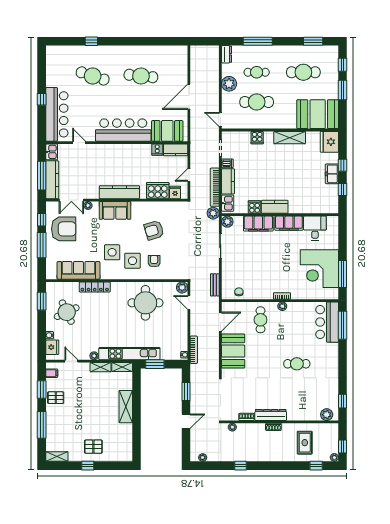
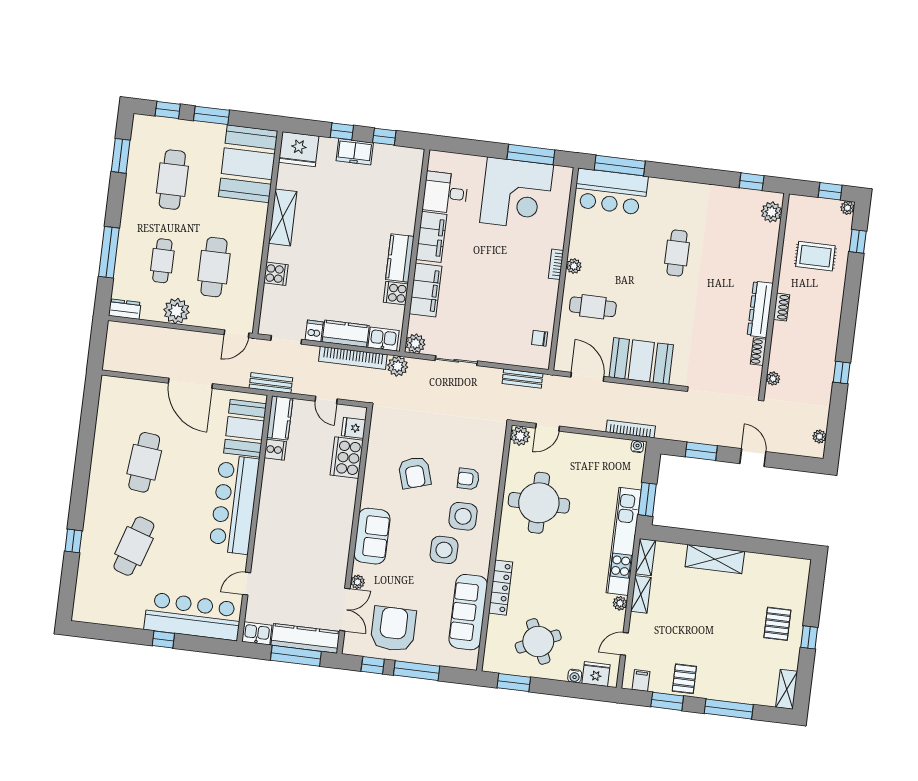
bench: (195, 142) -> (271, 383), added
kitchen counter: (119, 192) -> (341, 524), removed

